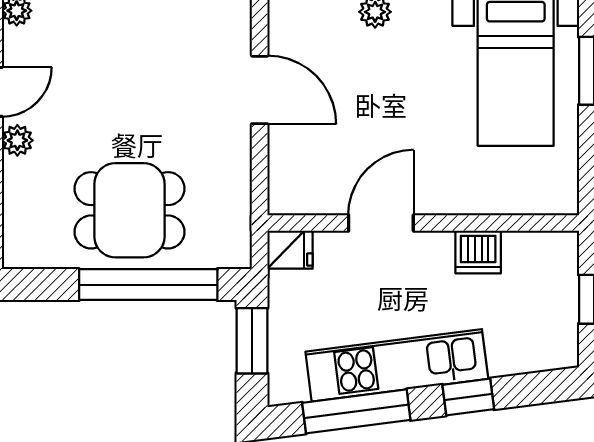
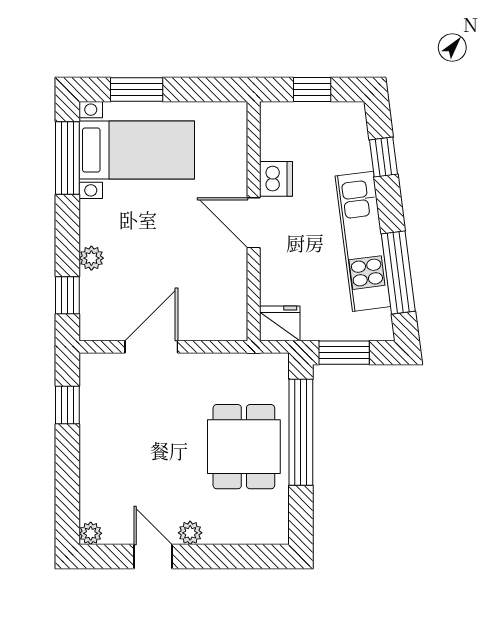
door: (381, 223) -> (254, 223), moved
fridge: (290, 250) -> (280, 323), width x1.38
window: (468, 397) -> (384, 157), moved

